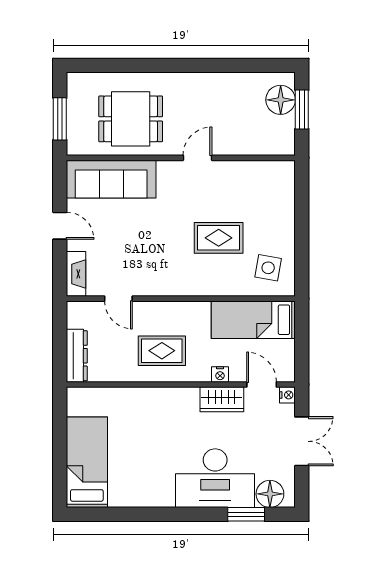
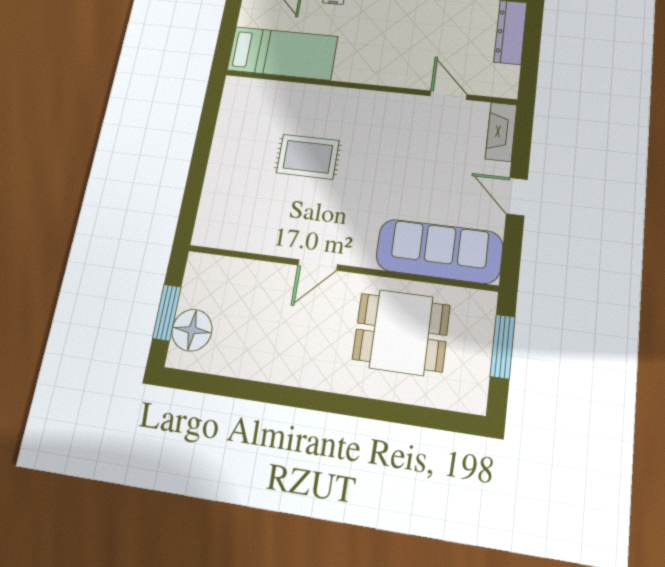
side table: (268, 268) -> (252, 113), removed
rug: (162, 351) -> (402, 28), removed

